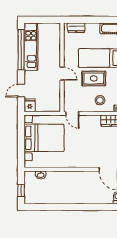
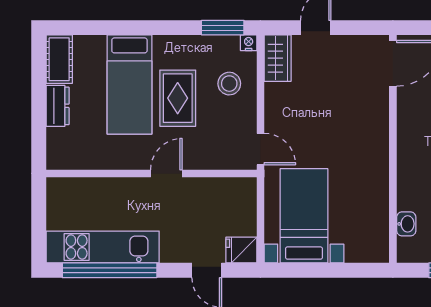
dresser: (76, 28) -> (58, 106), moved
door: (72, 113) -> (260, 149), hinge flipped
bed with nightstands: (44, 138) -> (304, 216), width x0.73

